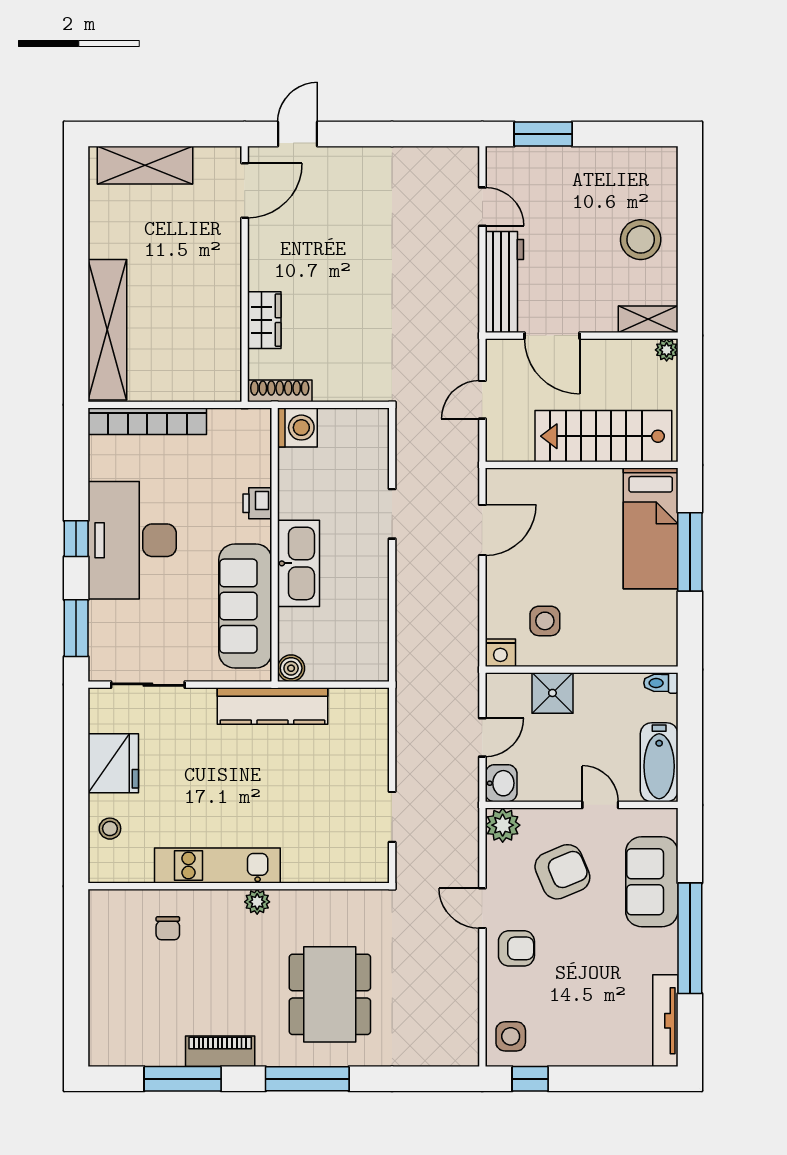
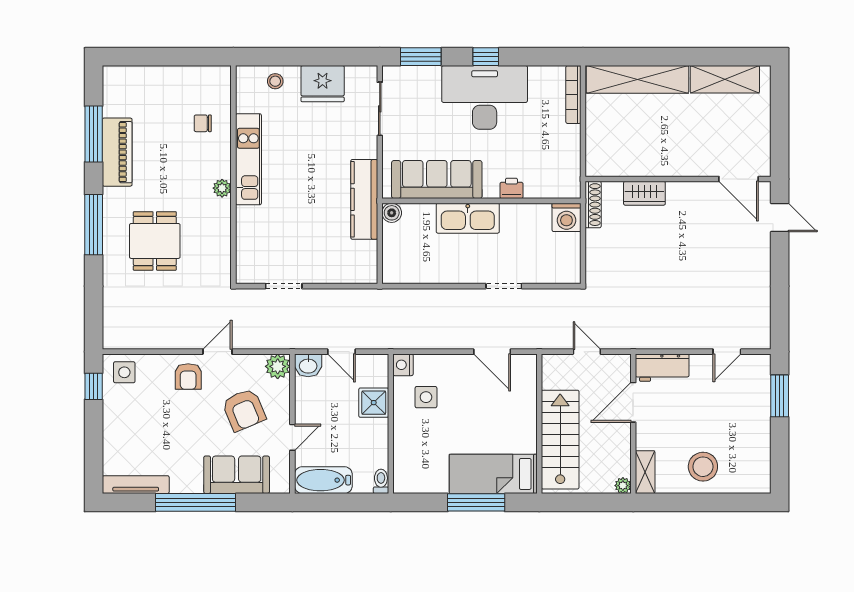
shelving: (145, 165) -> (725, 79), moved, turned 90
workbench: (504, 282) -> (662, 368), width x0.73
bookcase: (147, 421) -> (573, 95), width x0.68, depth x0.76
dining table: (330, 994) -> (155, 241), width x0.73
piano: (220, 1051) -> (117, 152), width x1.37, depth x1.33

